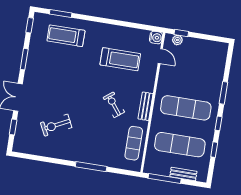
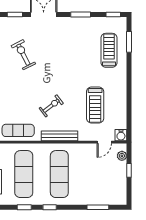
window: (181, 33) -> (129, 170), moved
window: (223, 93) -> (98, 207), moved
bench: (146, 106) -> (60, 136), width x1.36

